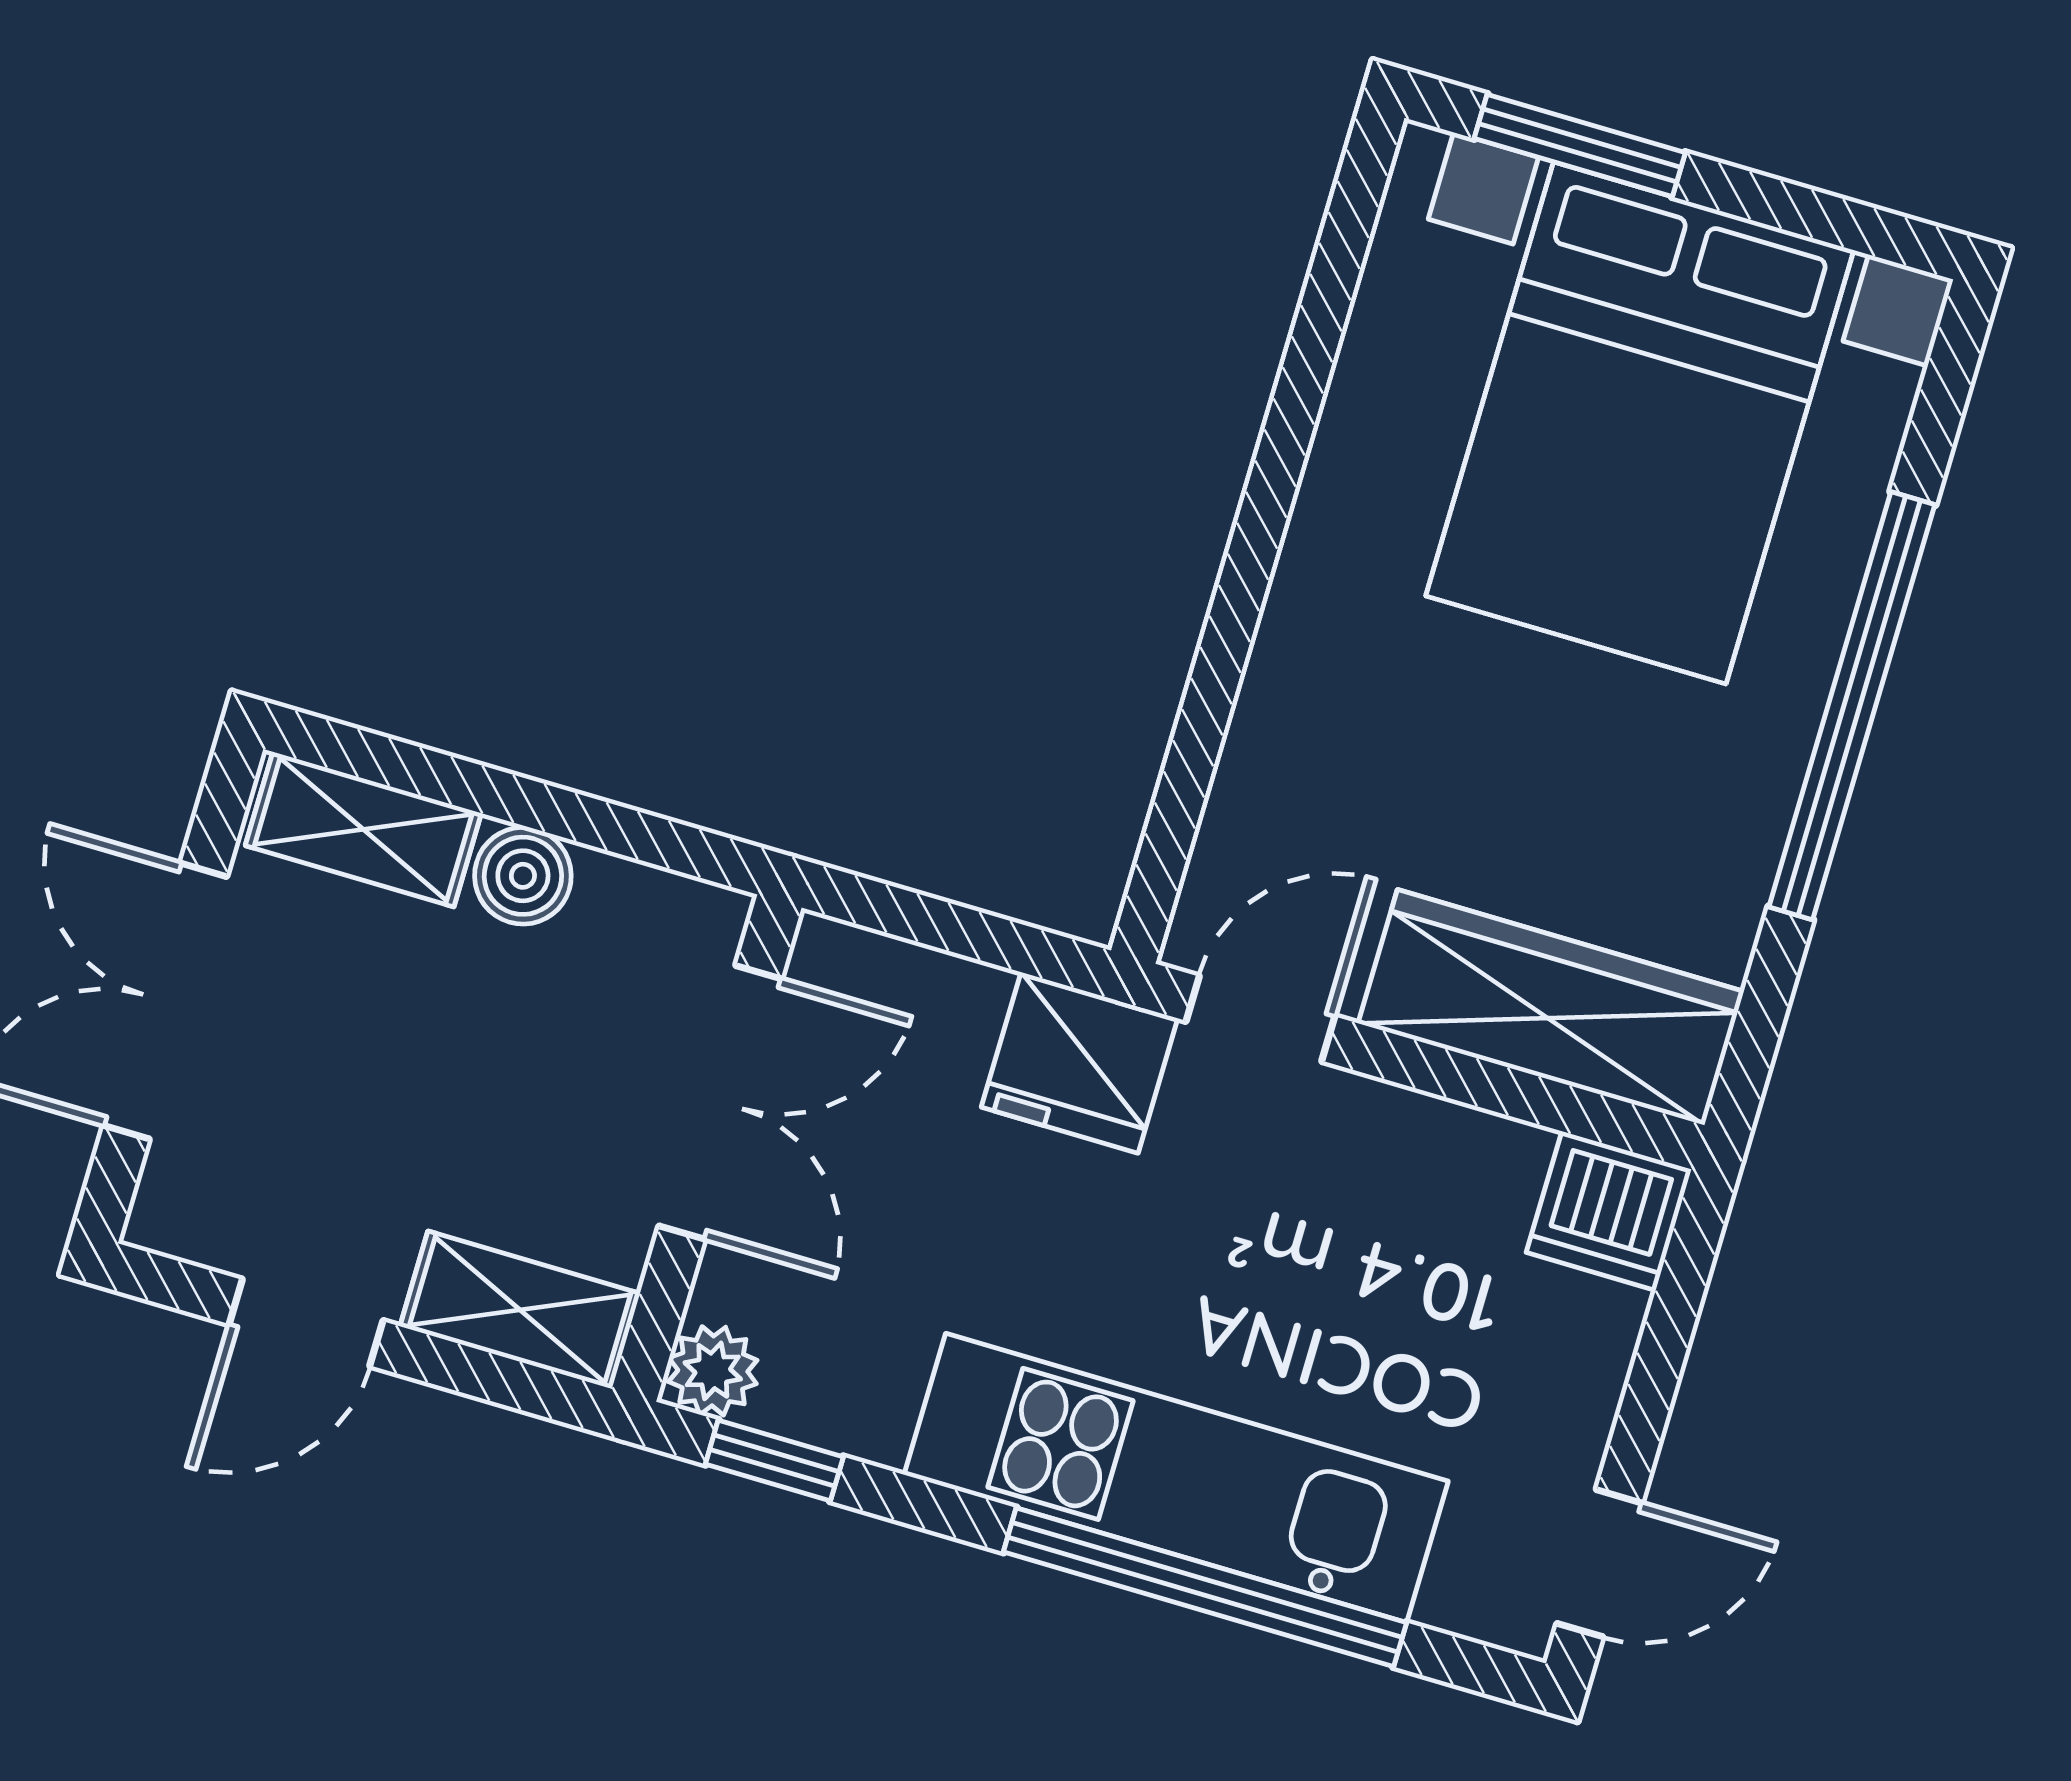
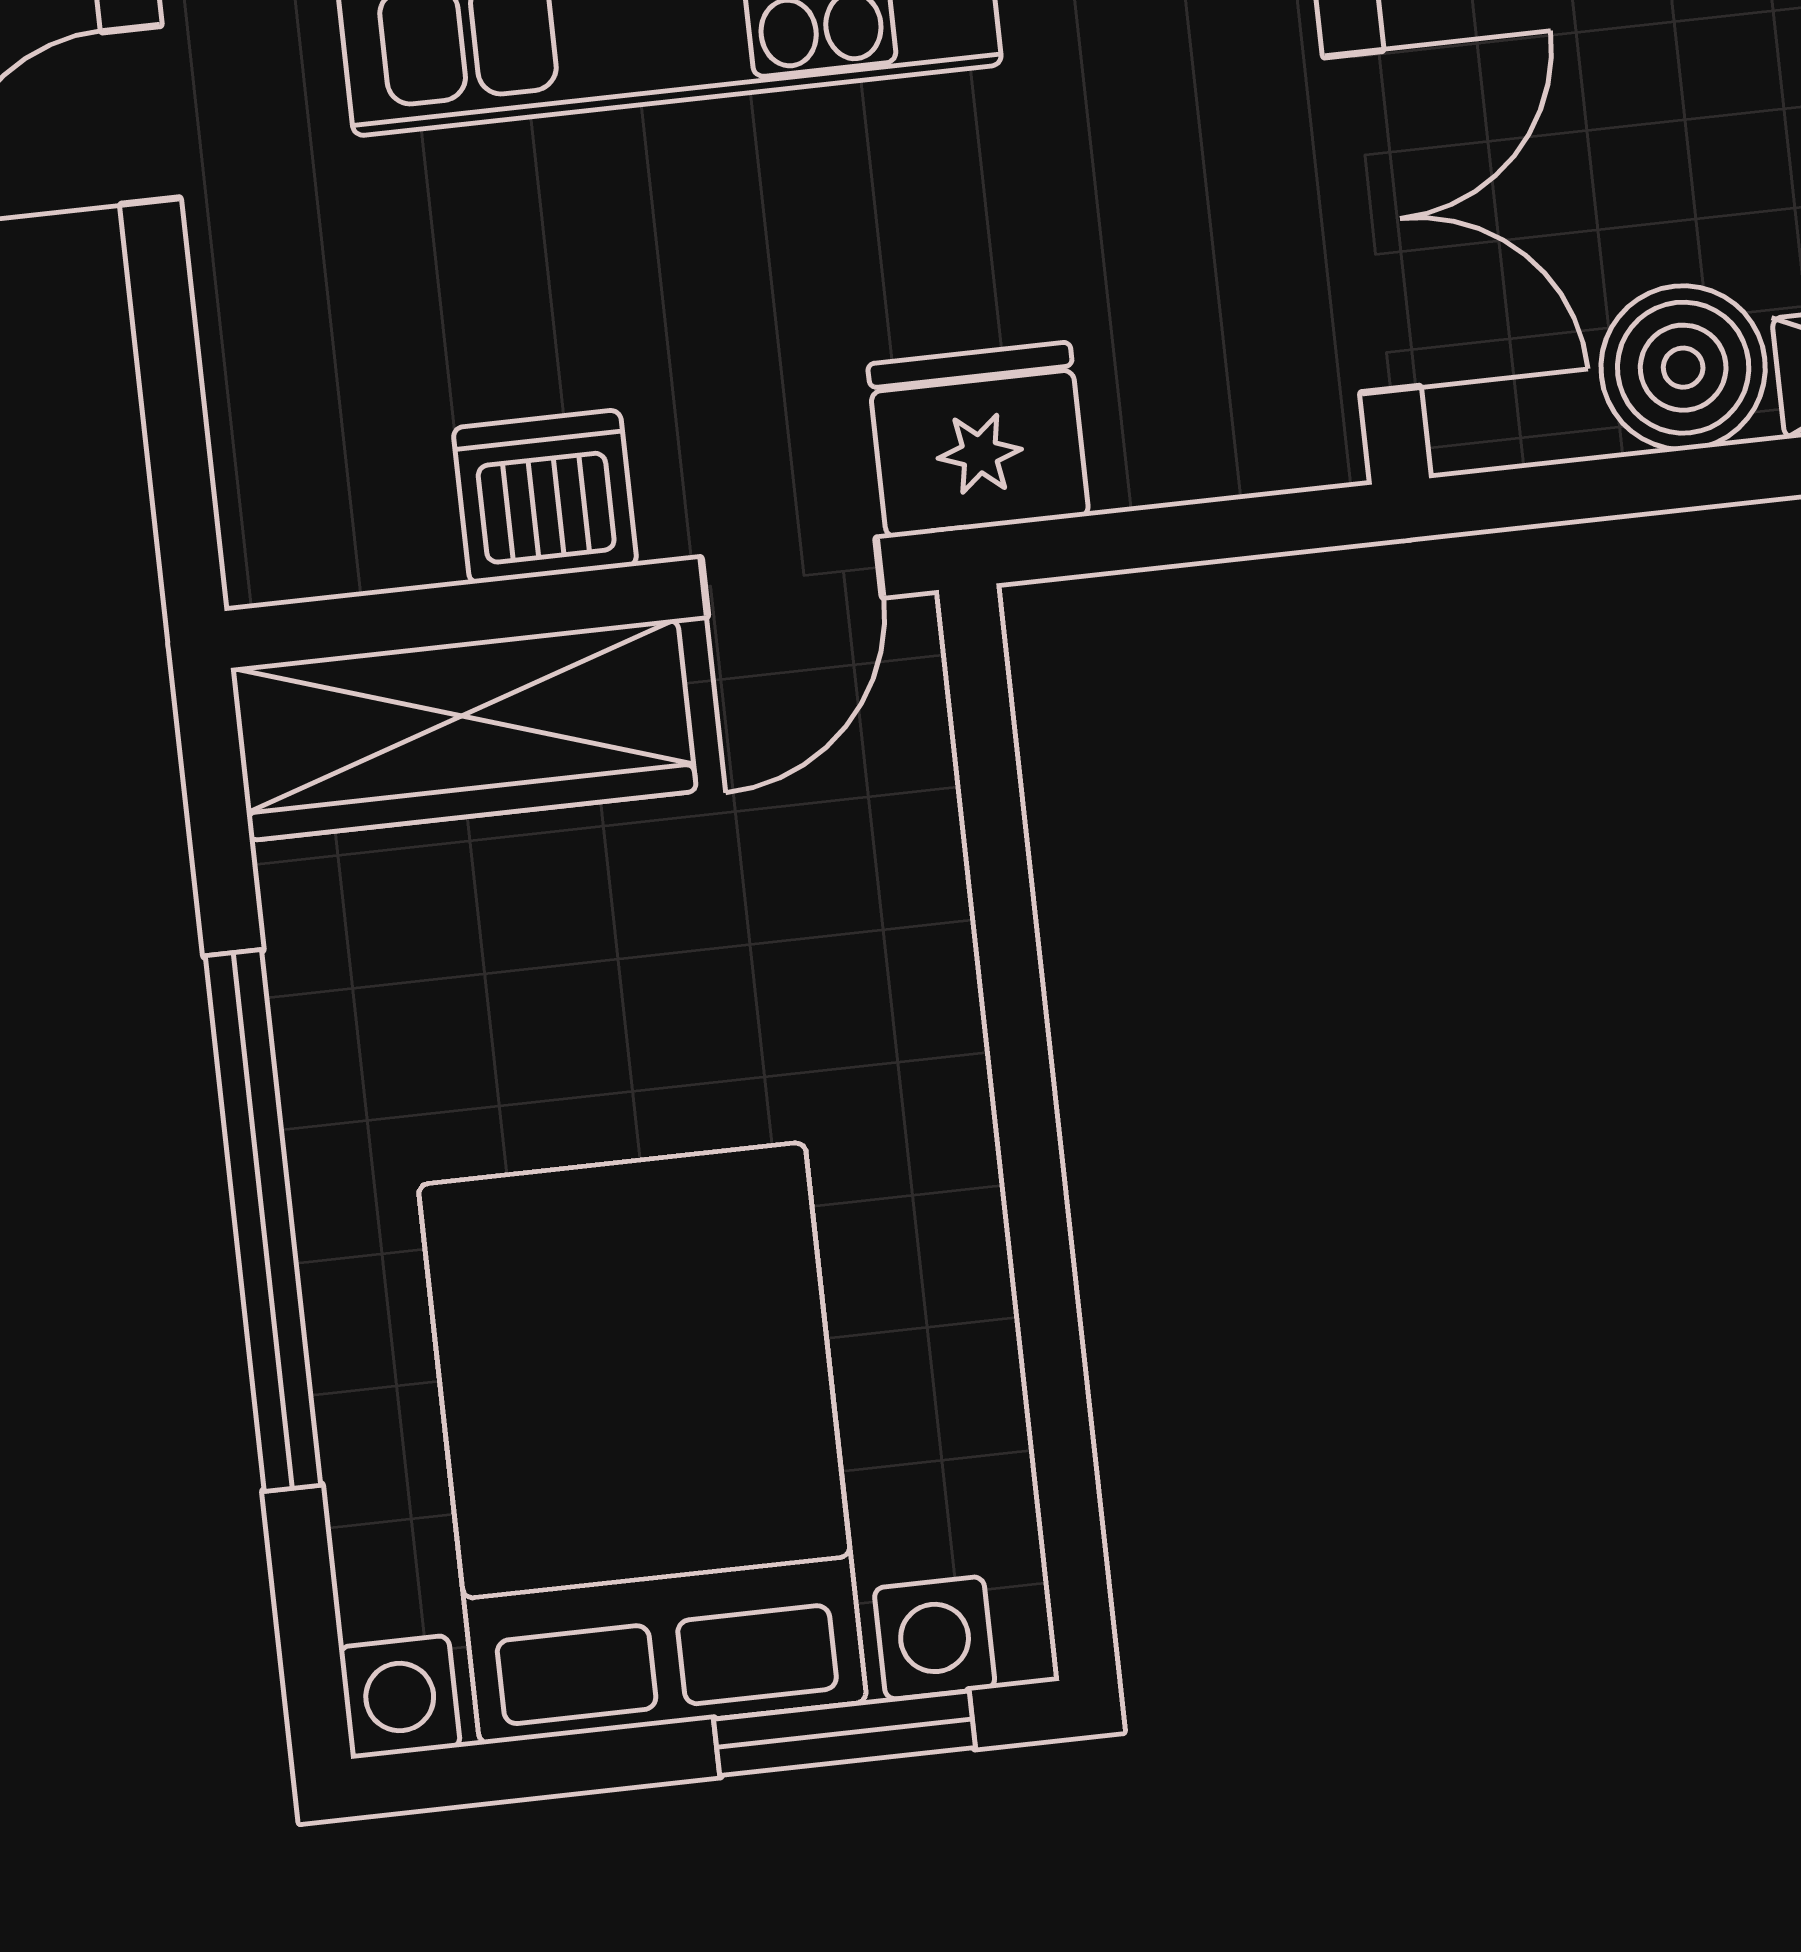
boiler: (523, 876) -> (1683, 368), width x1.36, depth x1.36
double door: (720, 1102) -> (1372, 222), swing flipped
dishwasher: (1609, 1211) -> (545, 497), moved

